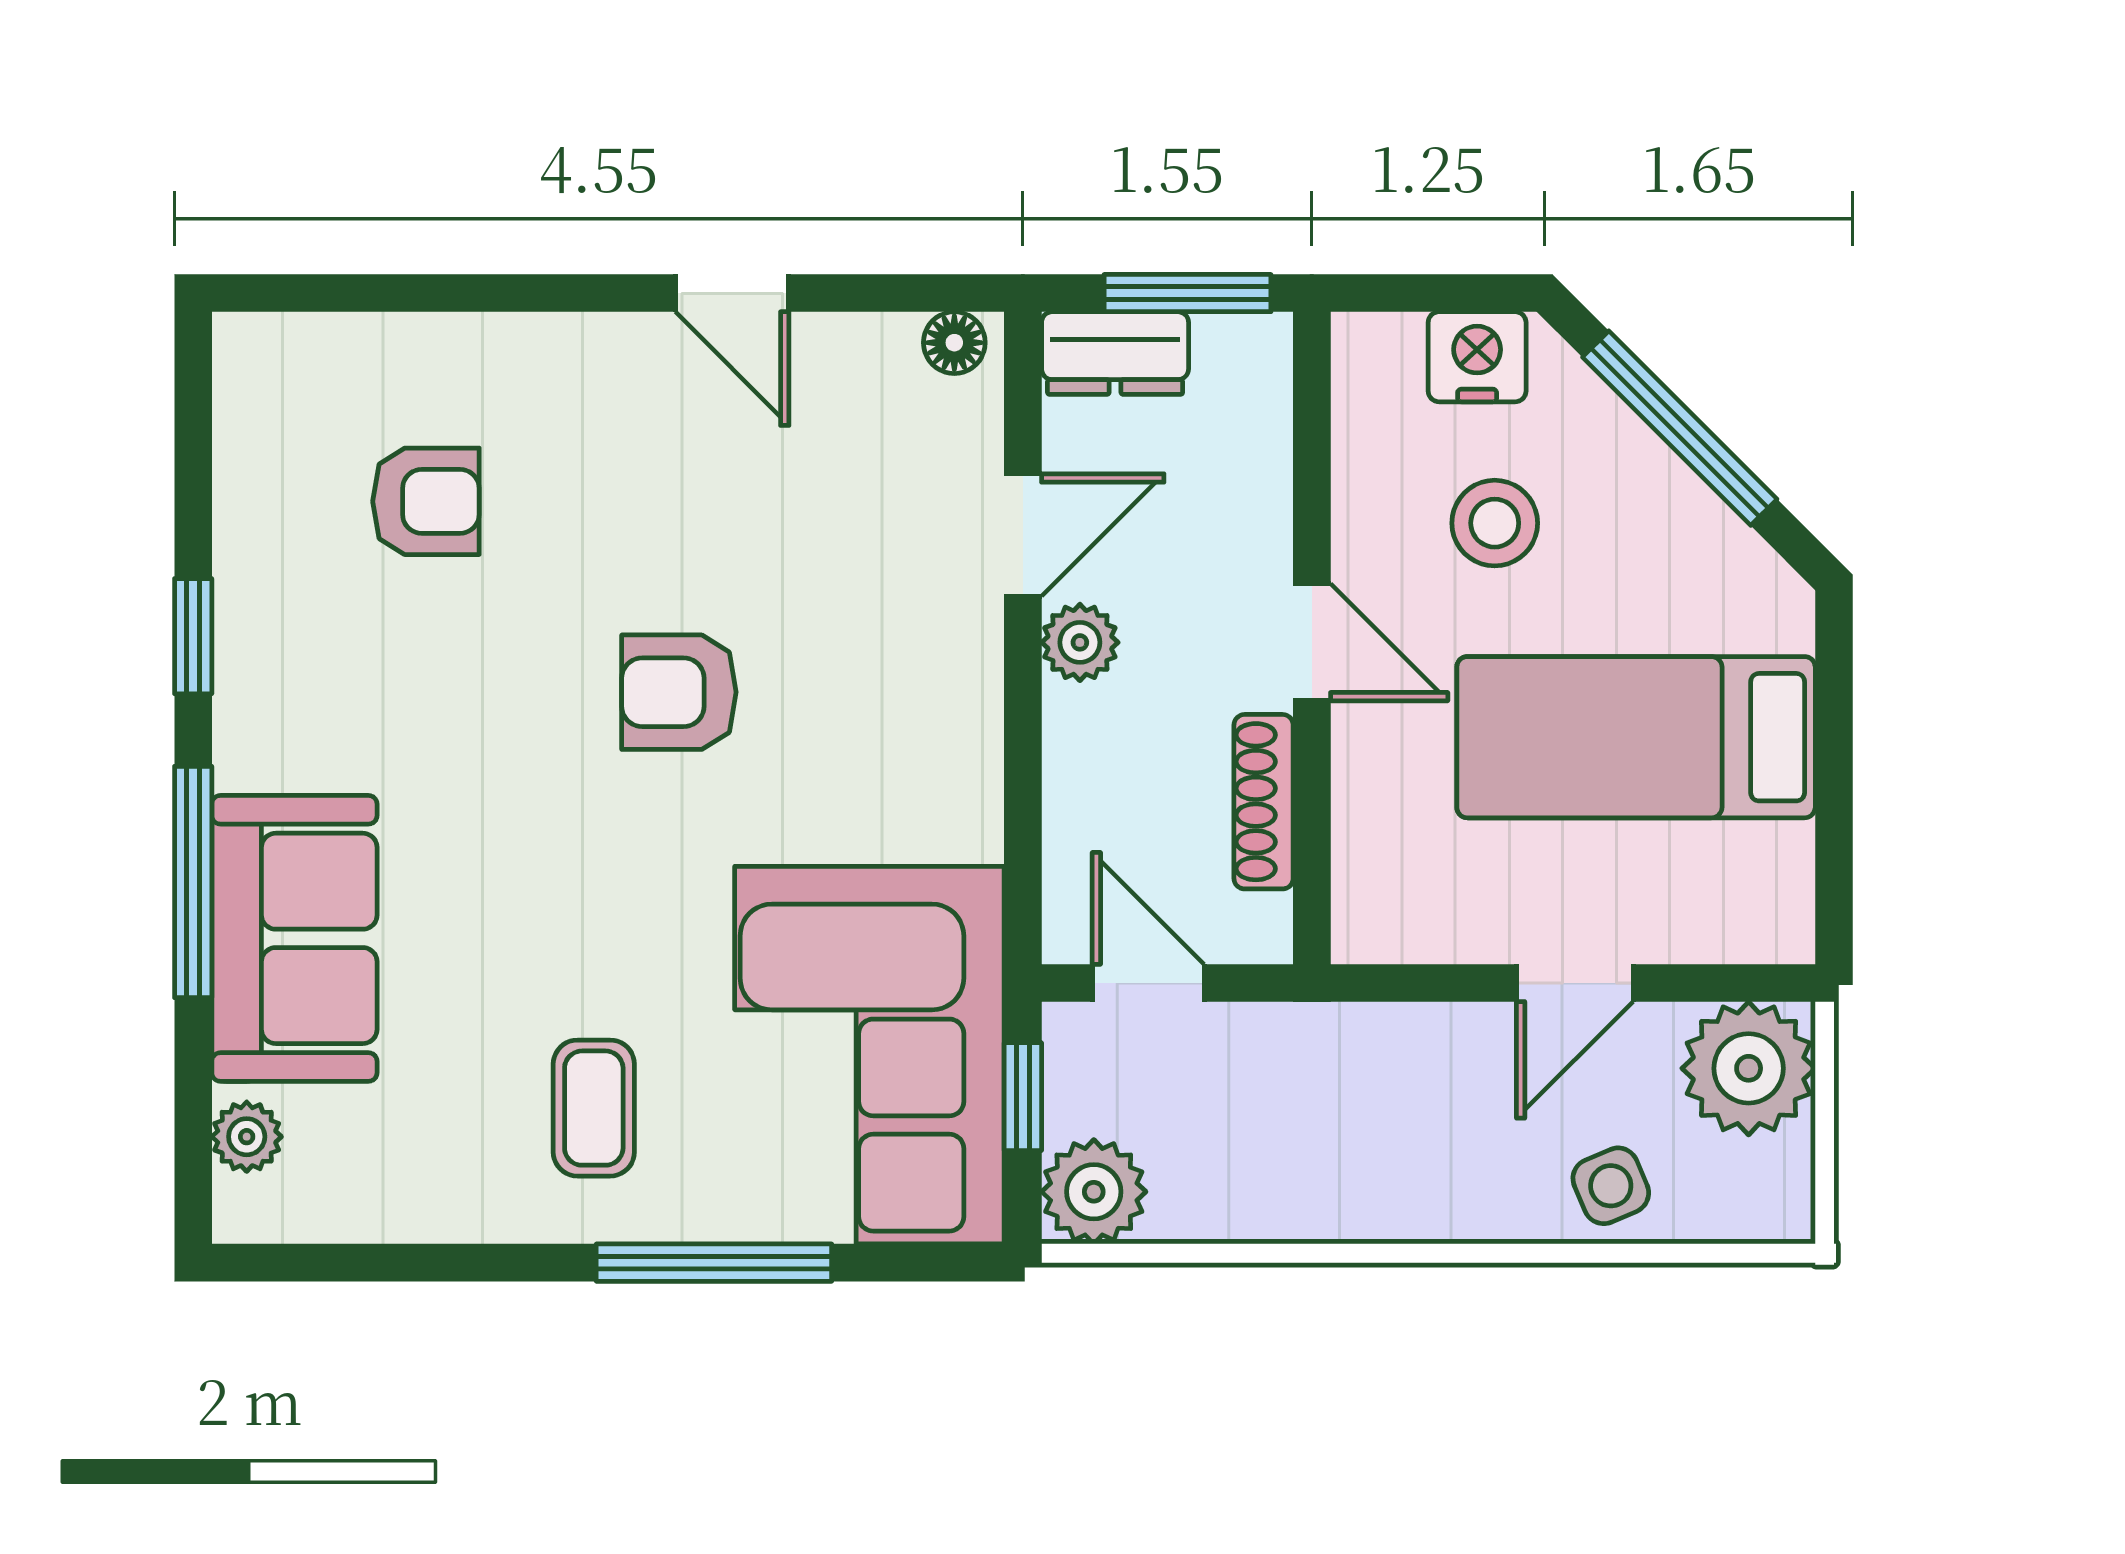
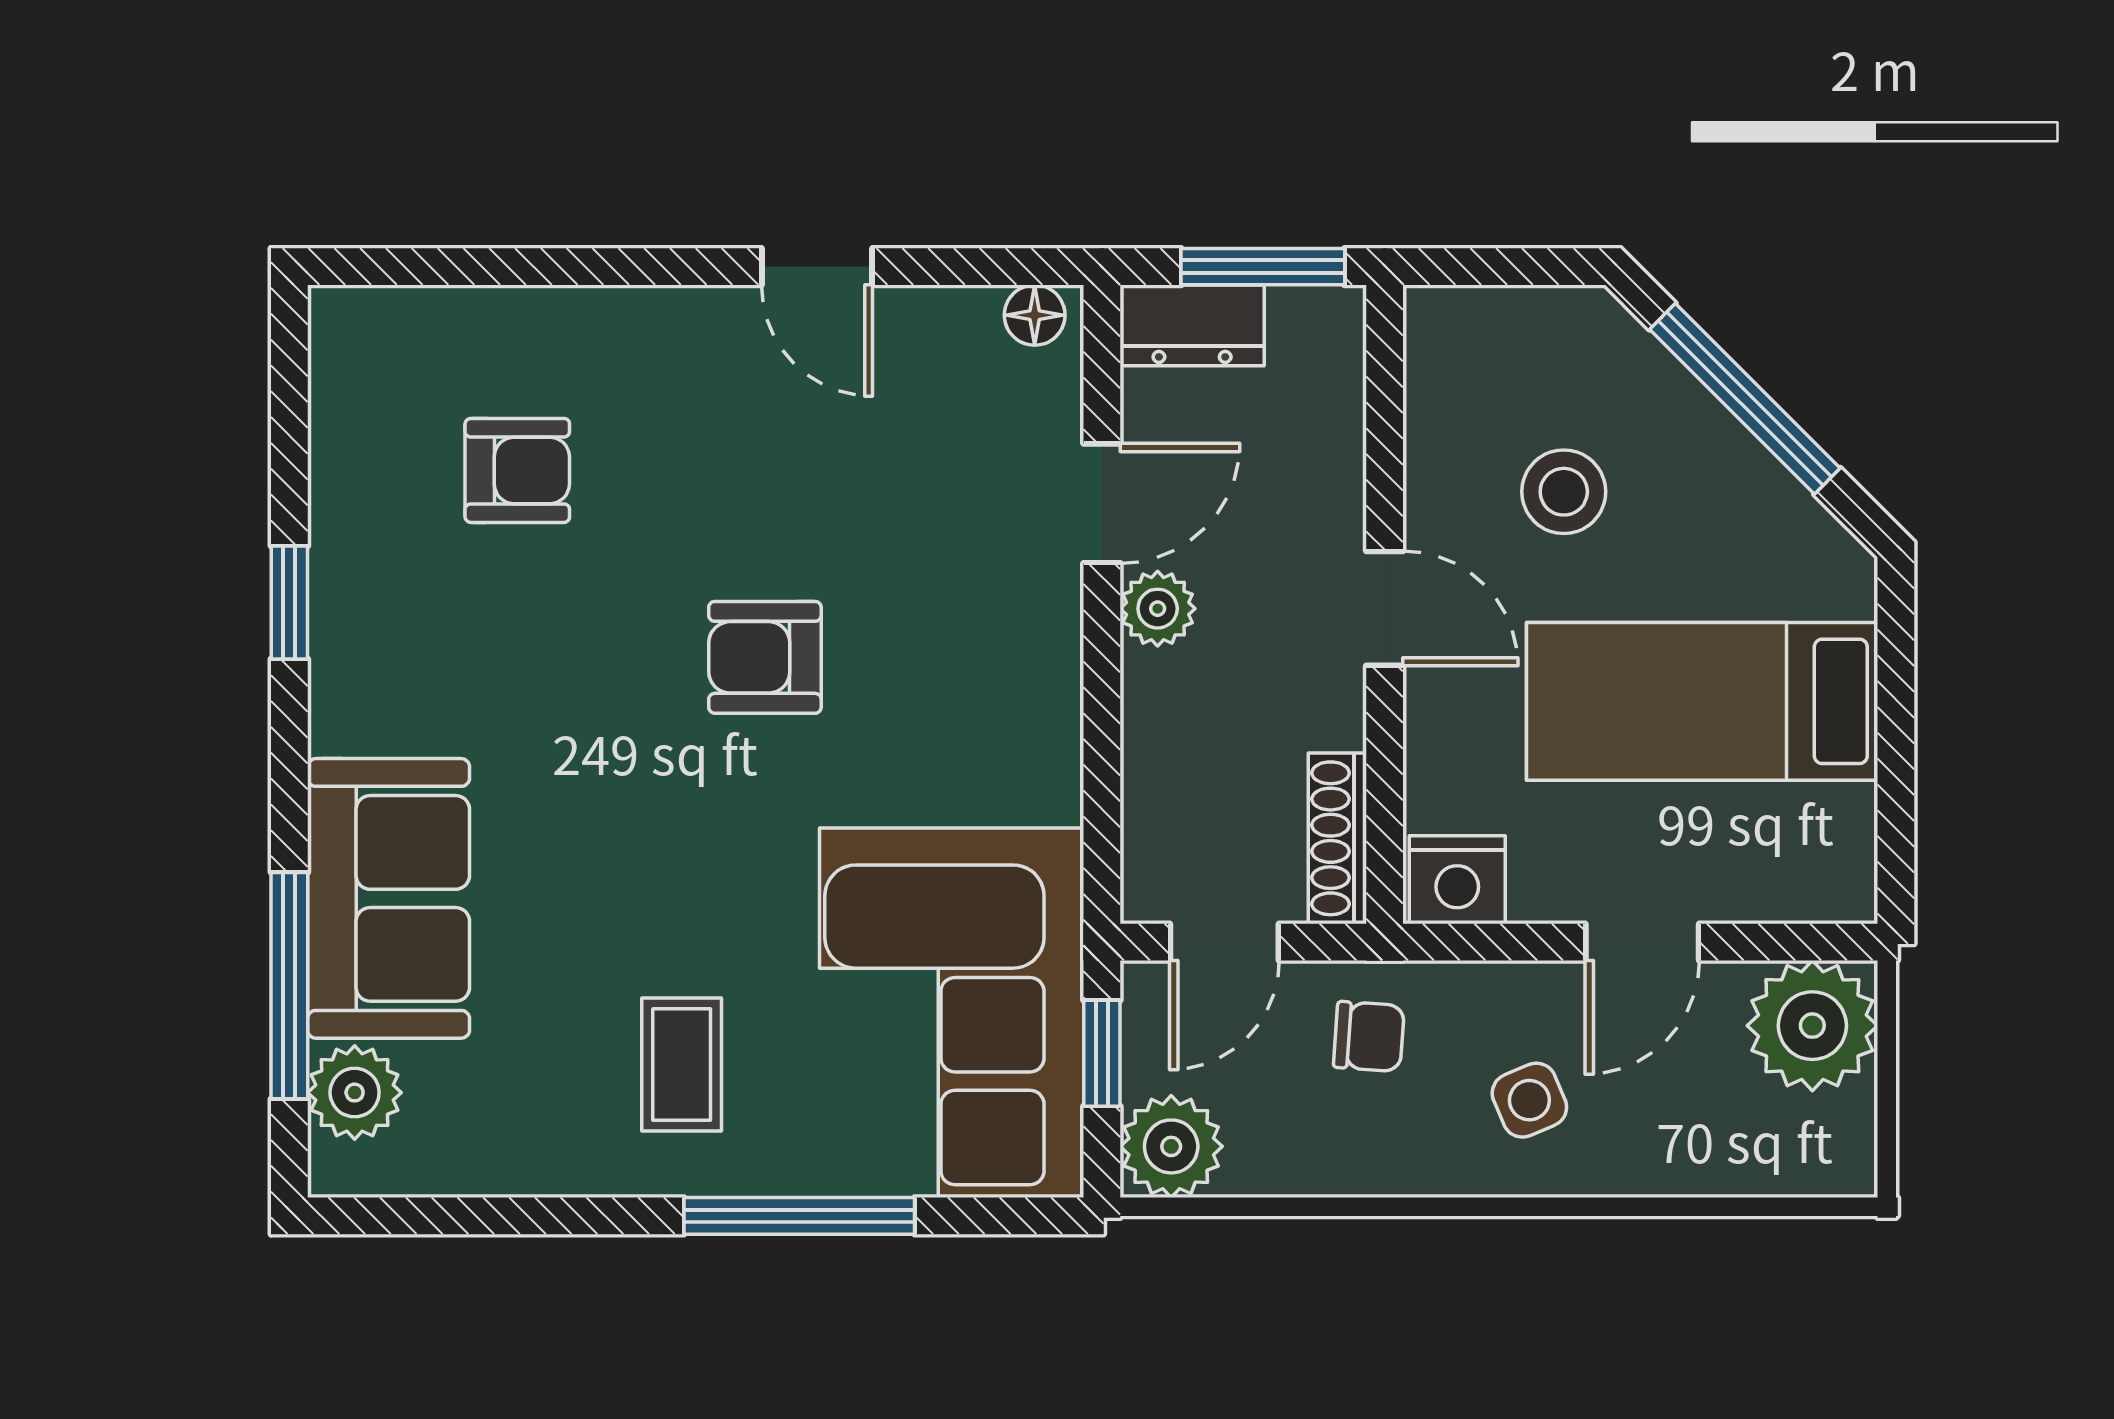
nightstand: (1477, 357) -> (1457, 880), moved, turned 180
shoe rack: (1264, 802) -> (1337, 838), moved
window: (193, 882) -> (289, 986), moved
door: (1148, 983) -> (1224, 942), swing flipped
chair: (1296, 1079) -> (1369, 1037), added
plant: (247, 1137) -> (355, 1093), width x1.38, depth x1.38
side table: (1611, 1186) -> (1529, 1100), moved

